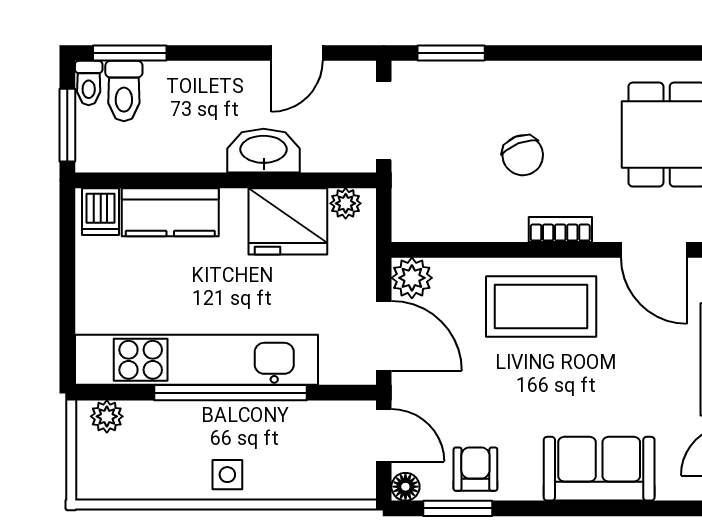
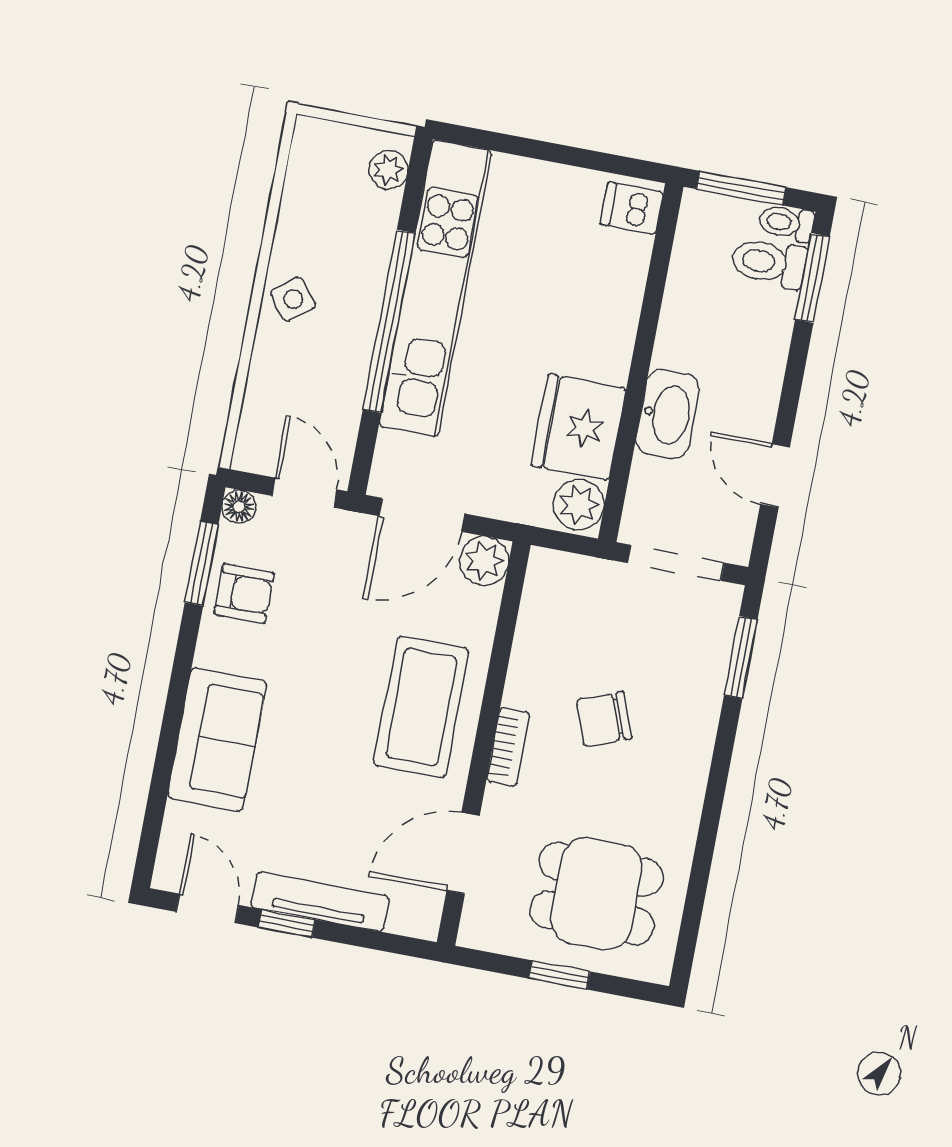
plant: (346, 203) -> (579, 505), width x1.38, depth x1.38
kitchen counter: (170, 212) -> (615, 290), removed
door: (384, 435) -> (304, 493), swing flipped
side table: (227, 475) -> (293, 299), turned -38

